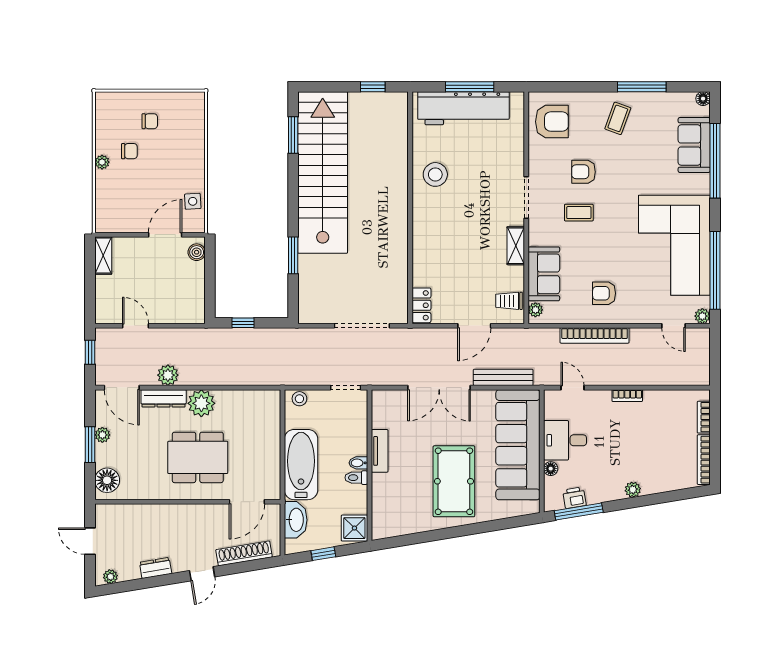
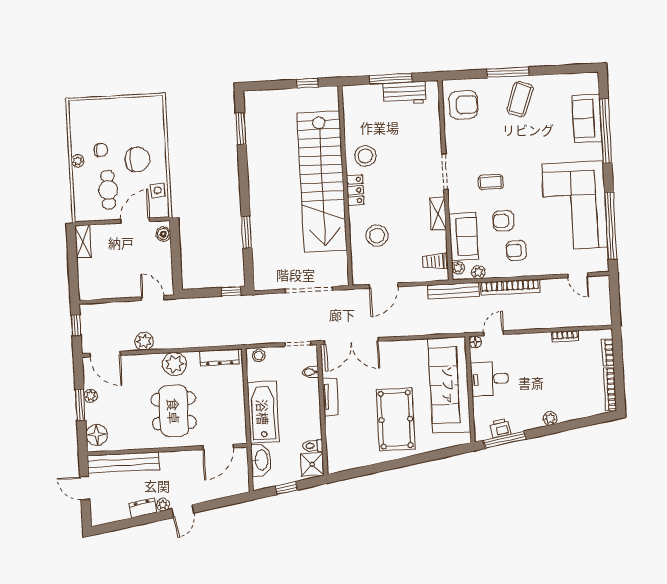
window: (642, 87) -> (508, 72), moved
floor lamp: (703, 99) -> (593, 78), removed
workbench: (463, 108) -> (405, 93), width x0.53, depth x0.76
coffee table: (618, 118) -> (520, 99), width x1.36, depth x1.30
chair: (150, 121) -> (137, 159), moved, width x1.87, depth x1.87
stairs: (323, 172) -> (322, 181), moved, turned 180
armchair: (583, 172) -> (503, 221), moved
cafe table: (136, 198) -> (108, 190), added
stool: (444, 267) -> (377, 236), added
locker: (421, 305) -> (355, 190), moved
plant: (702, 316) -> (478, 272), moved
window: (243, 323) -> (231, 291), moved
door: (135, 326) -> (153, 298), moved
door: (474, 326) -> (384, 286), moved
bench: (503, 377) -> (454, 291), moved
double door: (439, 388) -> (351, 341), moved
door: (573, 388) -> (494, 333), hinge flipped
bookcase: (627, 396) -> (565, 336), moved
dresser: (164, 398) -> (219, 357), moved
dining table: (198, 457) -> (174, 411), turned 90
bidet: (358, 463) -> (311, 372), moved
floor lamp: (551, 469) -> (475, 342), moved
toilet: (356, 478) -> (313, 446), moved
bench: (136, 514) -> (123, 462), added
shoe rack: (244, 553) -> (218, 491), removed
plant: (110, 577) -> (163, 505), moved

